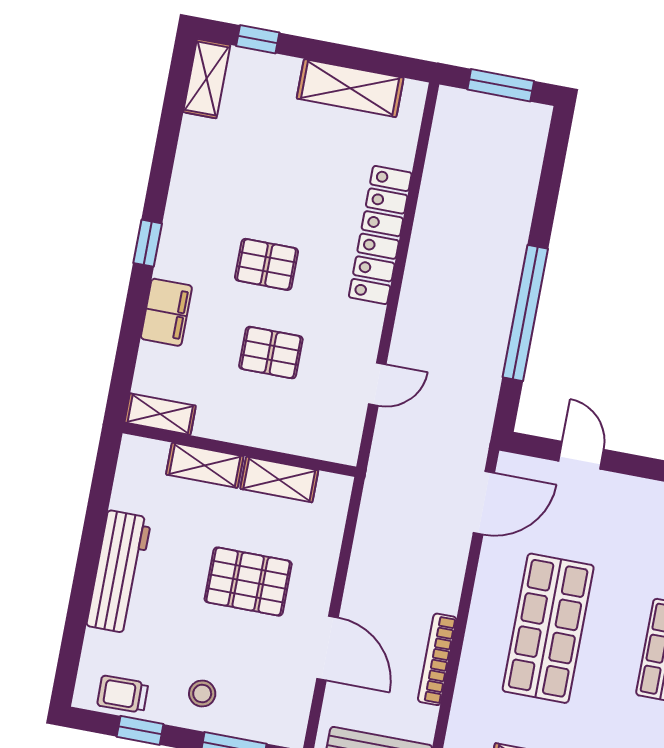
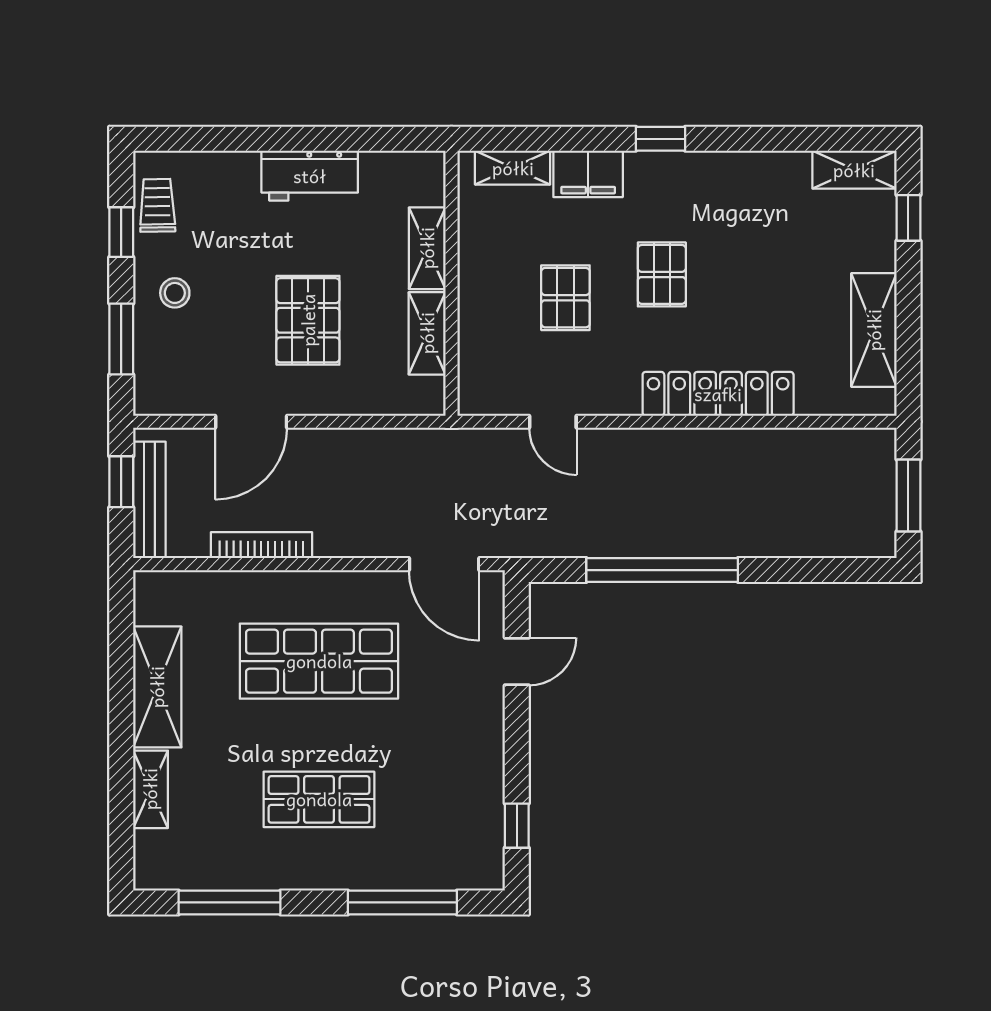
shelving: (160, 414) -> (513, 168), moved, turned 90
workbench: (119, 572) -> (310, 176), width x0.73

